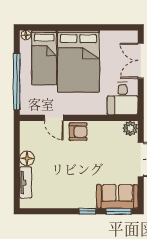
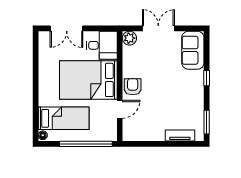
bed: (78, 61) -> (88, 80), moved, turned 180
floor lamp: (27, 158) -> (157, 134), removed
window: (119, 211) -> (207, 122), moved

